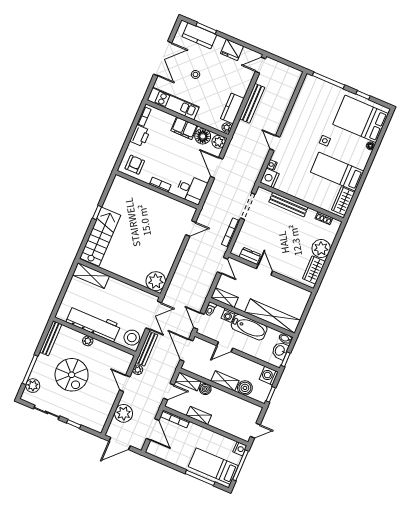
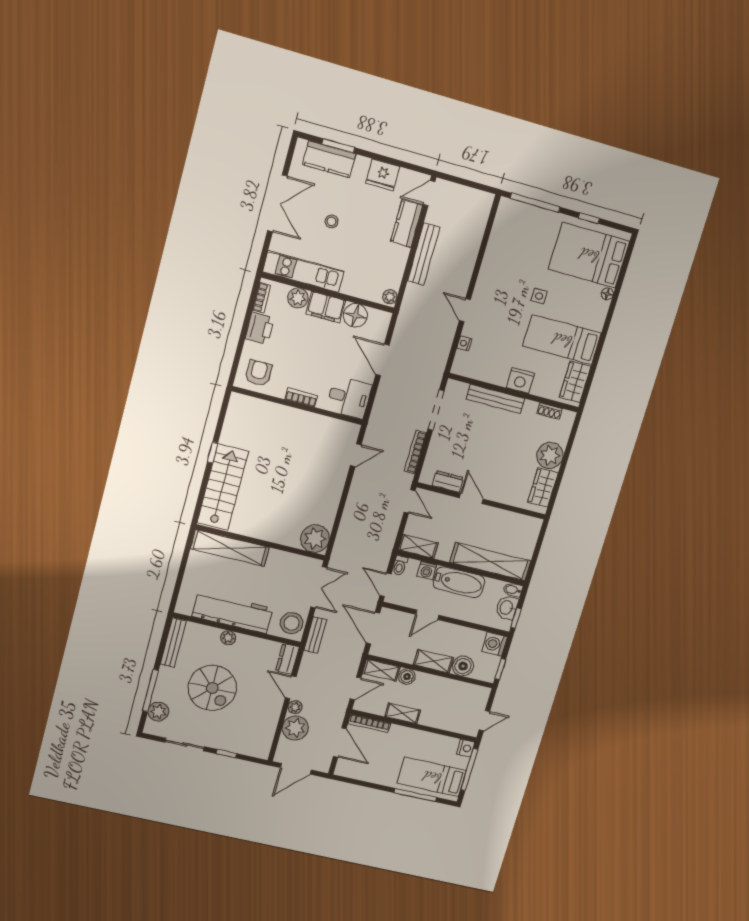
kitchen counter: (232, 108) -> (407, 223), moved
plant: (219, 142) -> (298, 298), moved
nightstand: (270, 178) -> (520, 380), moved, turned -90
shelving: (91, 276) -> (230, 548), width x1.47
bench: (147, 349) -> (315, 635), width x0.73
dresser: (125, 363) -> (287, 659), added
plant: (138, 370) -> (295, 707), moved

